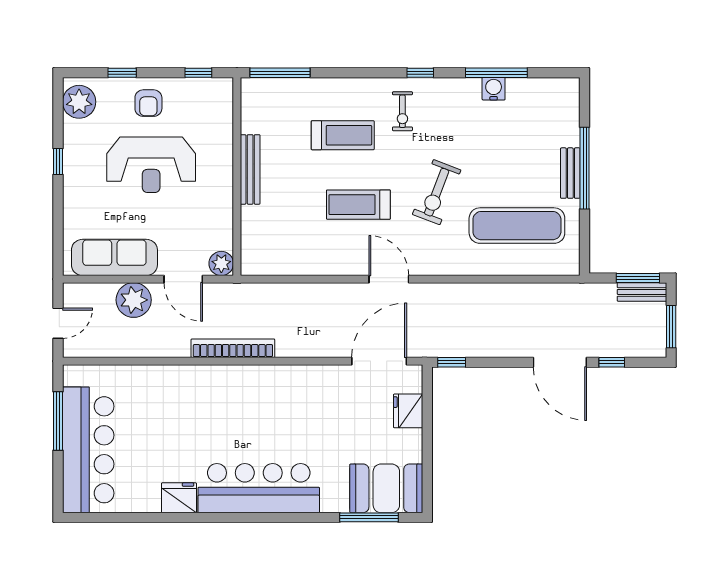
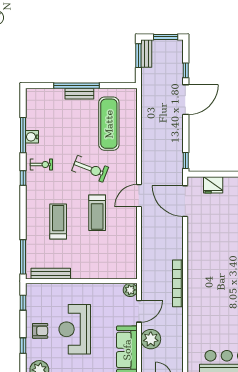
exercise bike: (402, 111) -> (41, 165), moved
reception desk: (151, 165) -> (75, 329), turned 180
bench: (250, 169) -> (51, 274), moved

